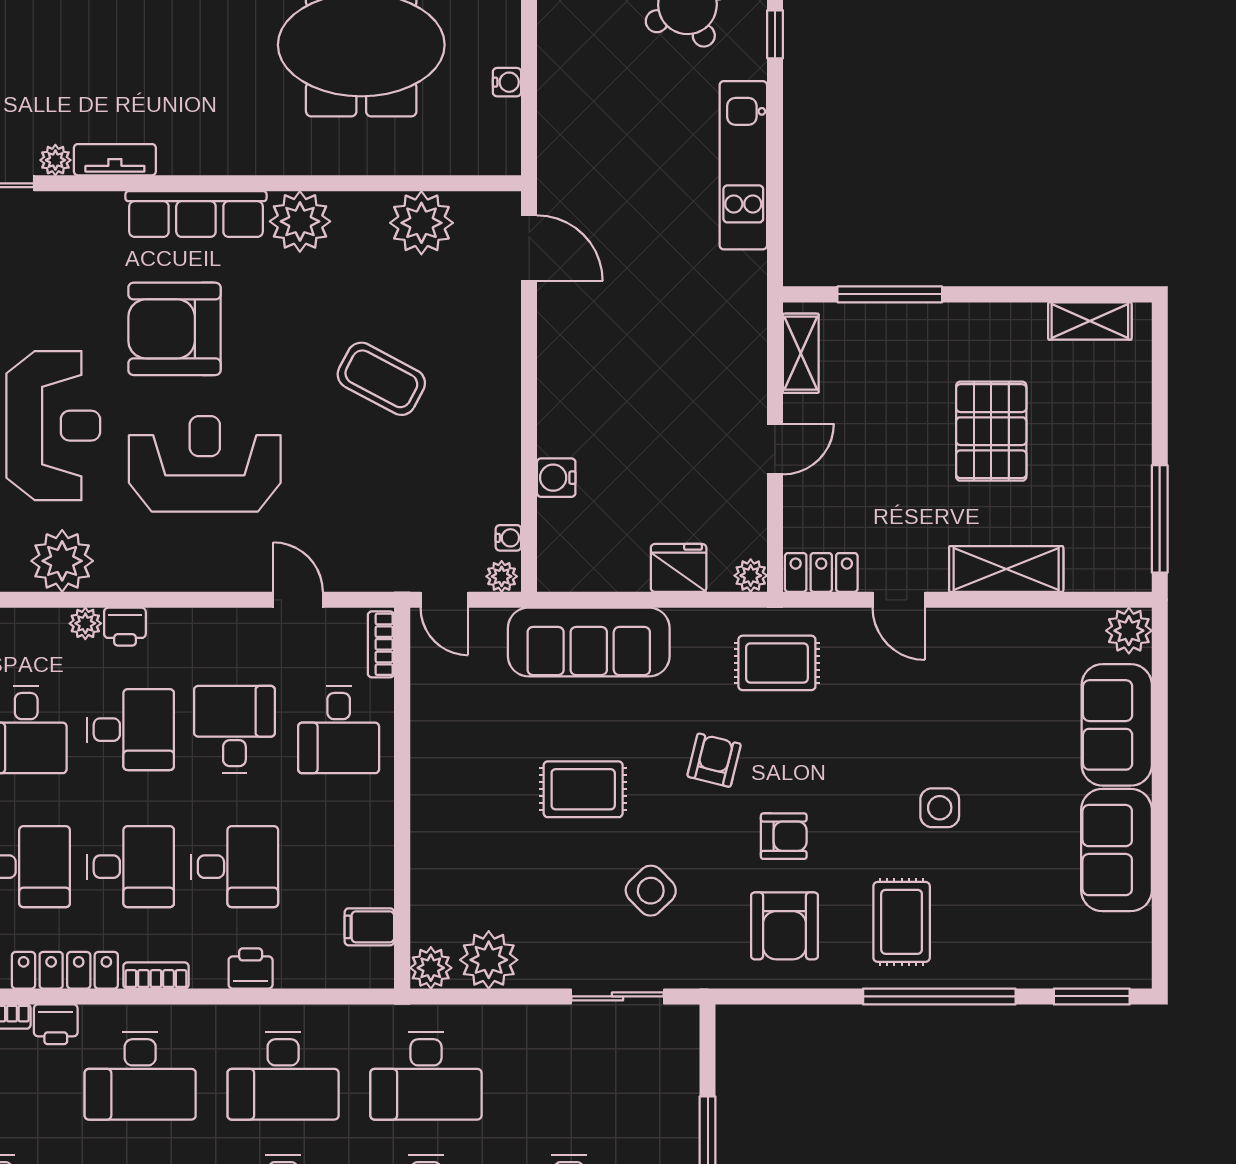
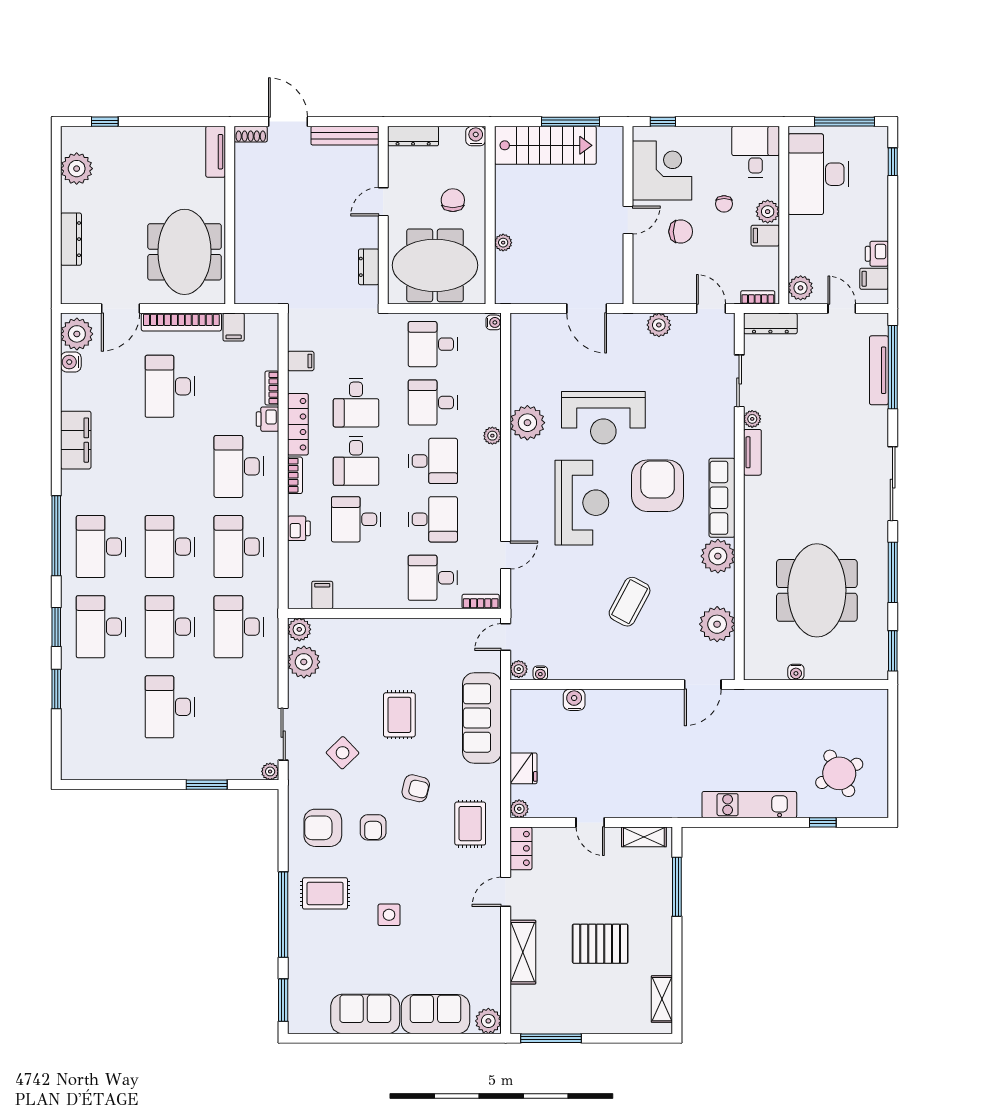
printer: (125, 627) -> (491, 458), removed
desk: (130, 730) -> (433, 461), turned -90
desk: (234, 867) -> (356, 519), turned 90
plant: (684, 1020) -> (270, 771), added

